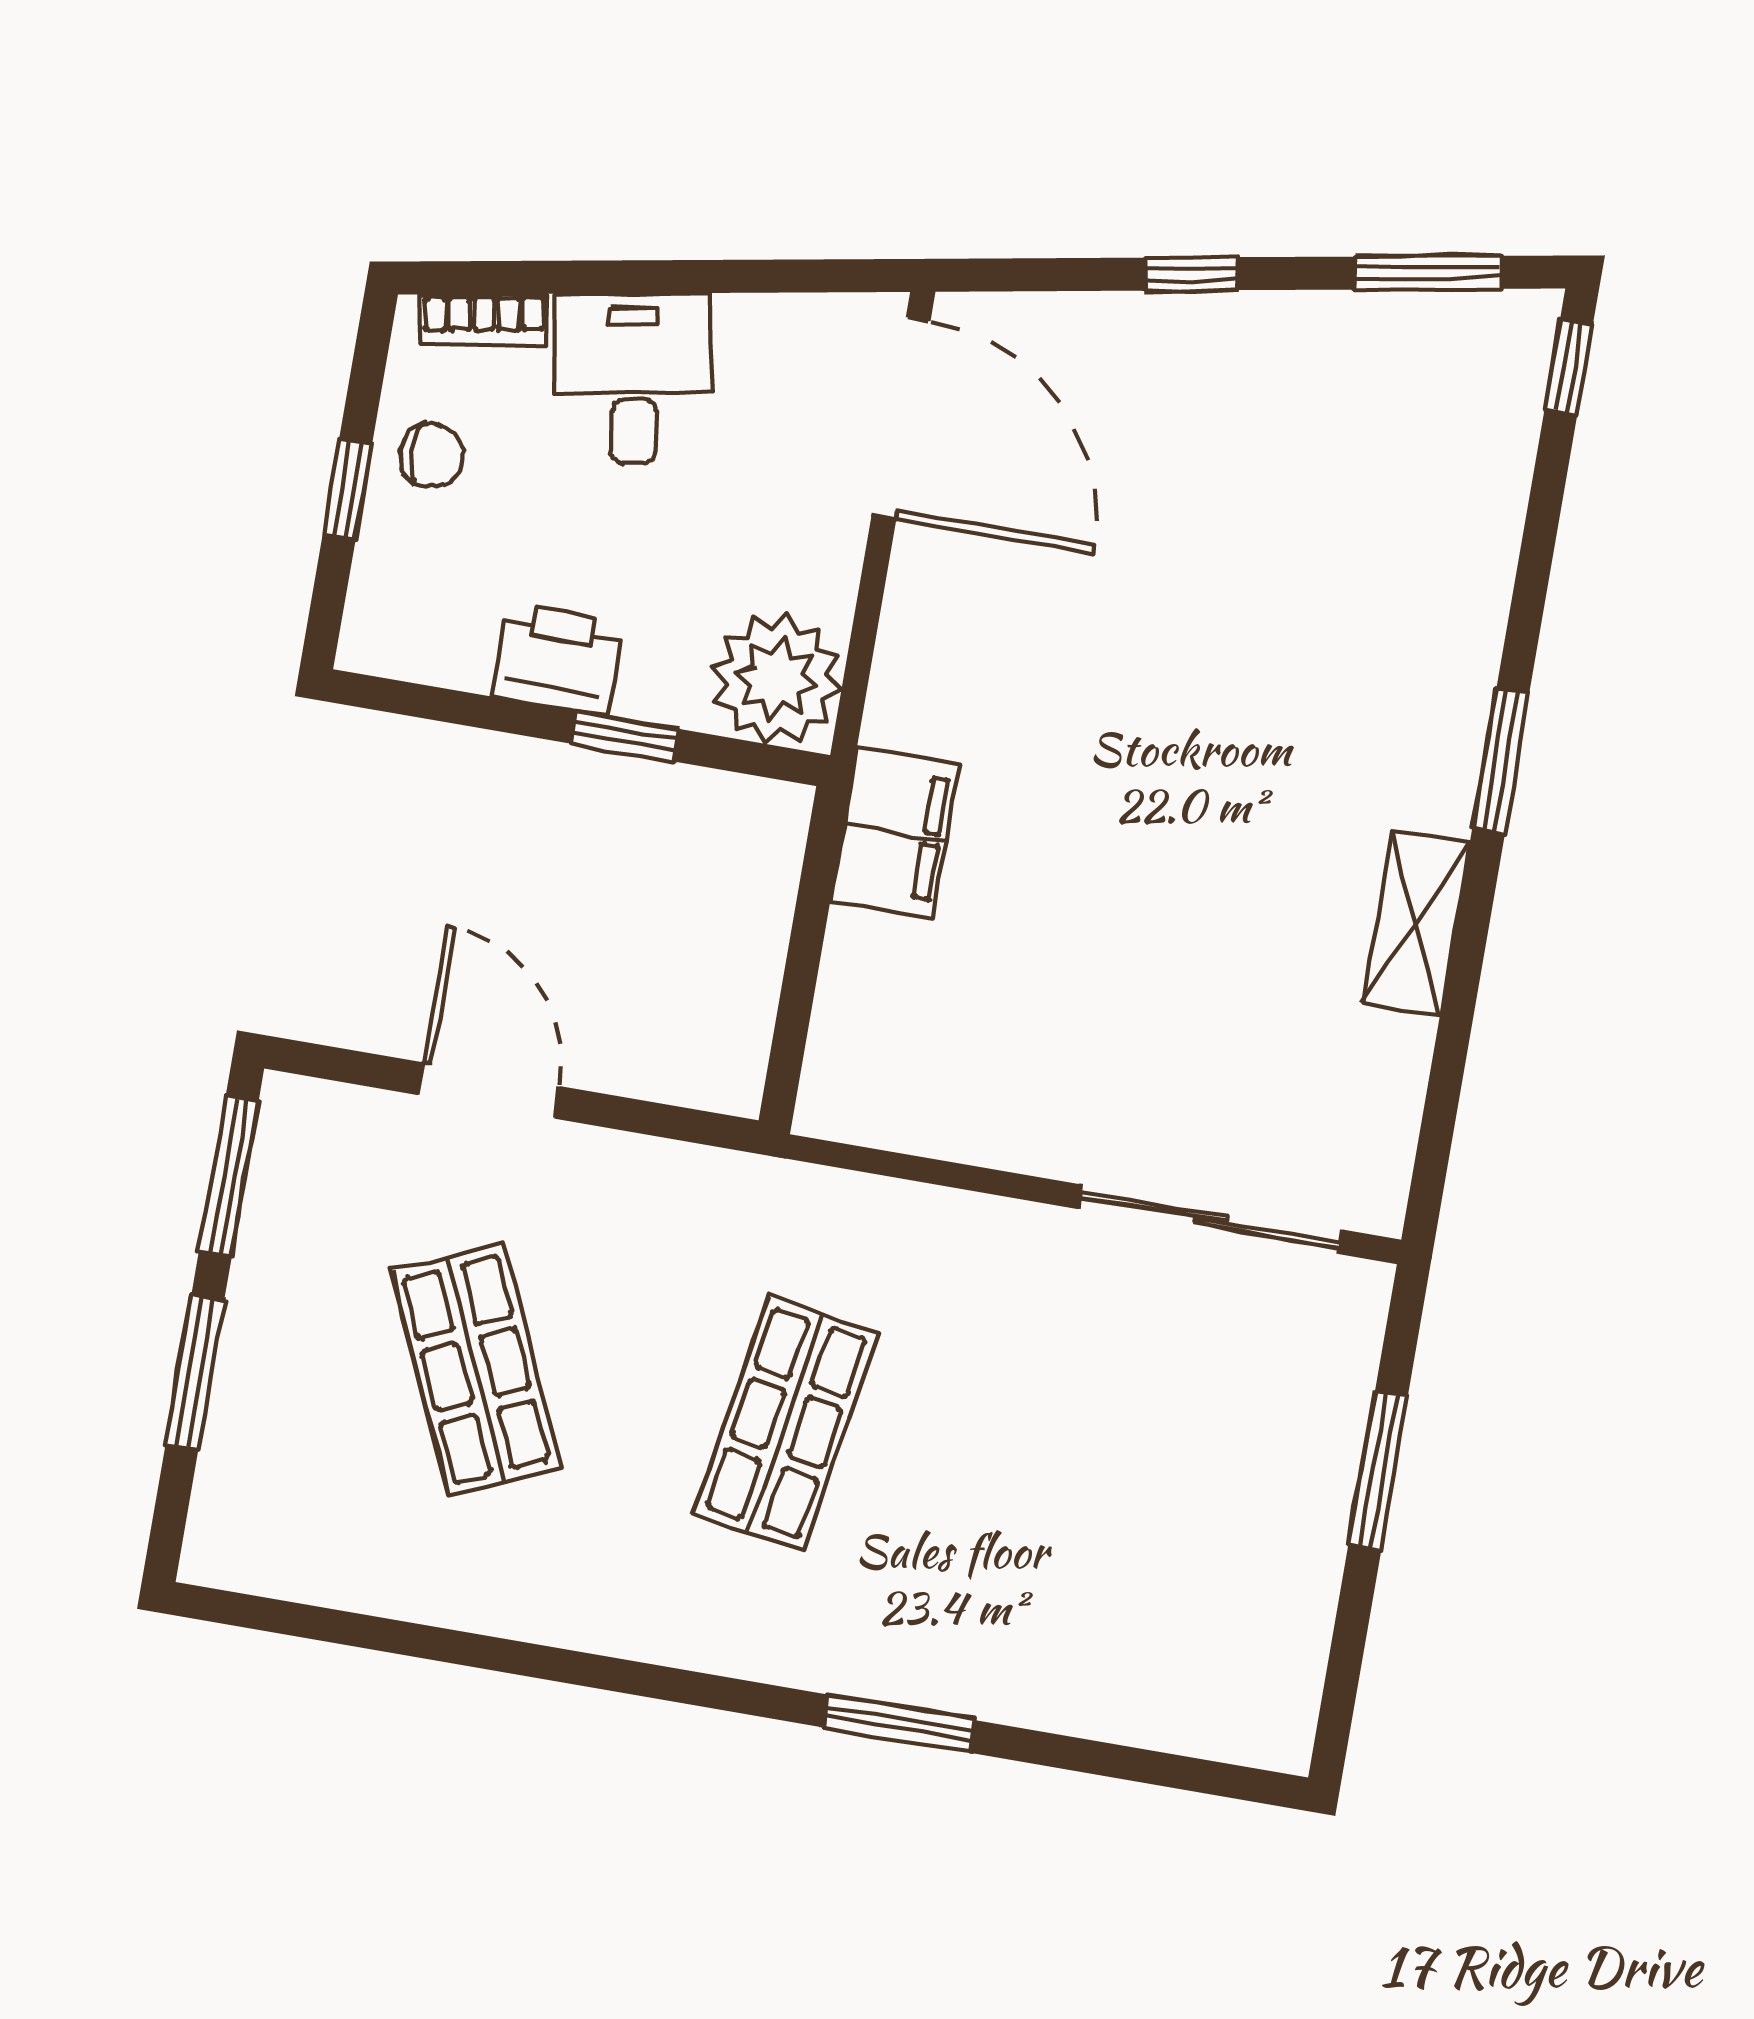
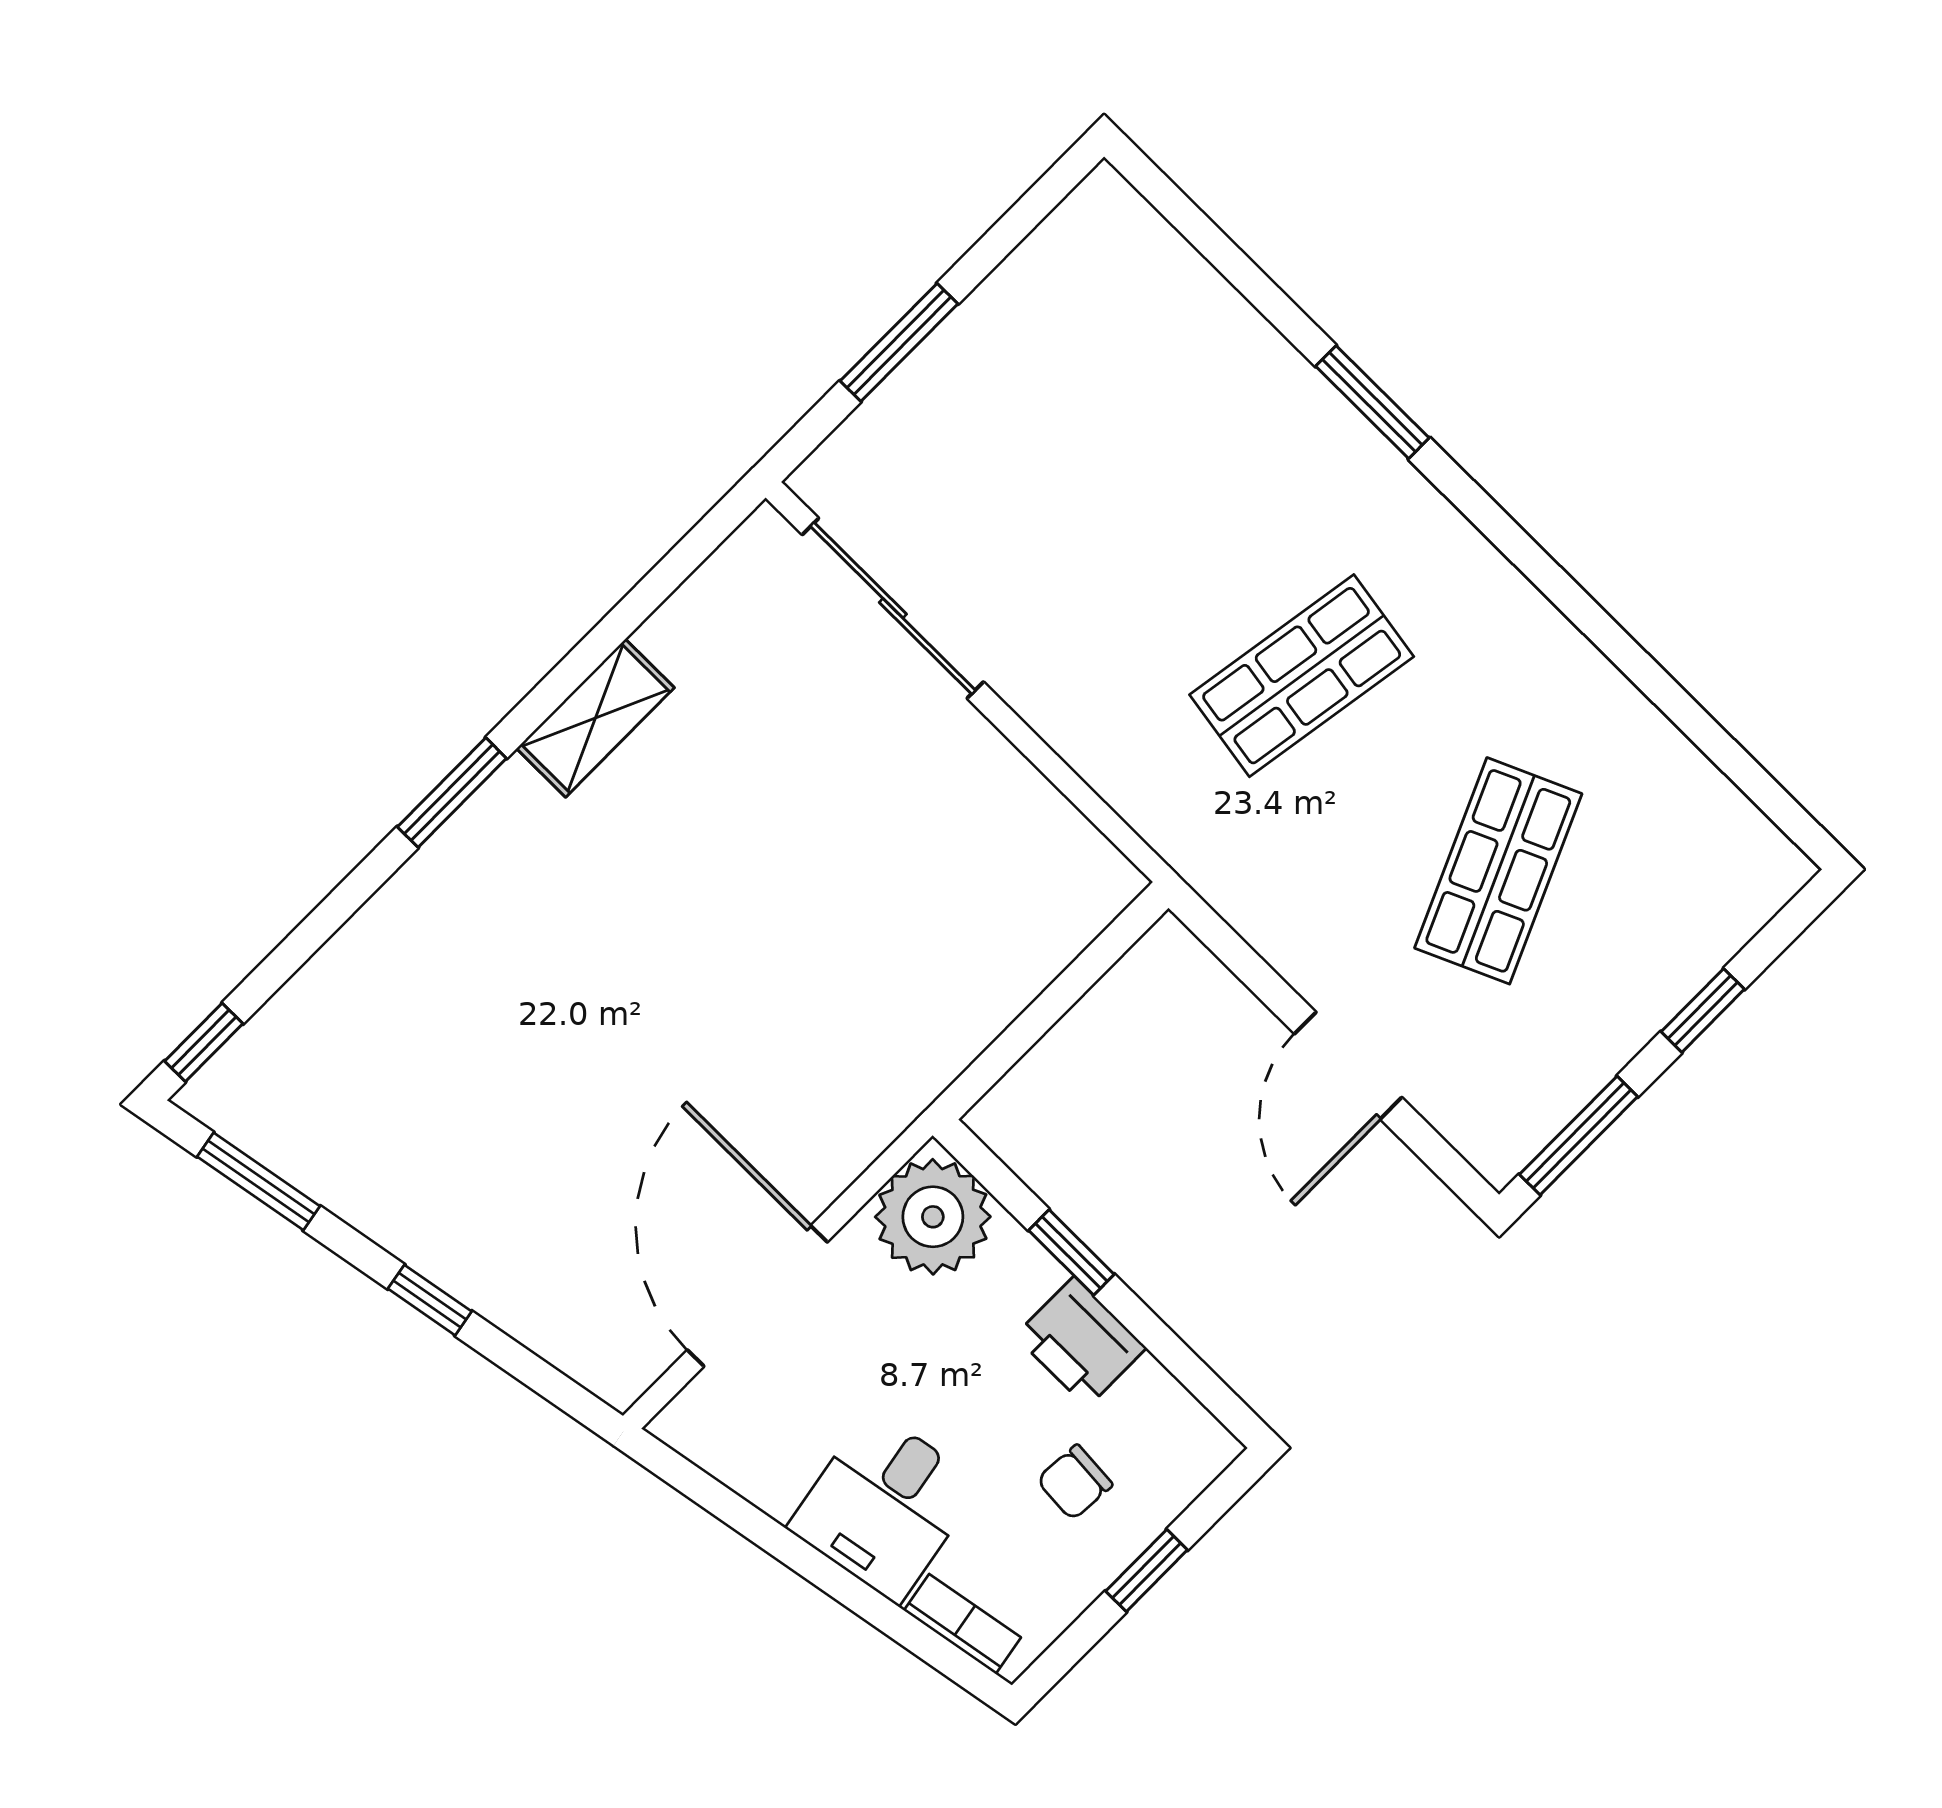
door: (901, 418) -> (757, 1296), moved
chair: (432, 455) -> (1075, 1482), moved, turned -86
filing cabinet: (895, 833) -> (925, 1046), removed
window: (195, 1373) -> (1703, 1010), width x0.67

